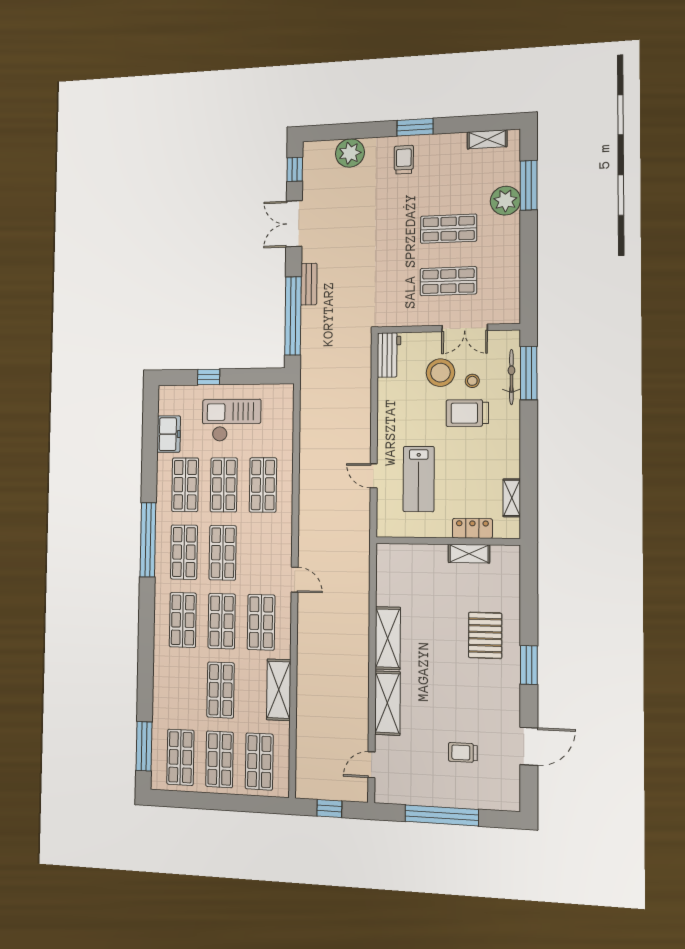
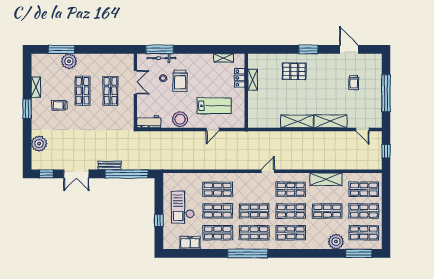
shelving: (487, 139) -> (36, 87), moved
trolley: (404, 160) -> (59, 105), moved
stool: (440, 373) -> (180, 119), moved
plant: (166, 704) -> (336, 242), added

